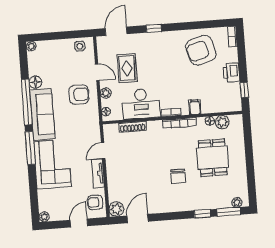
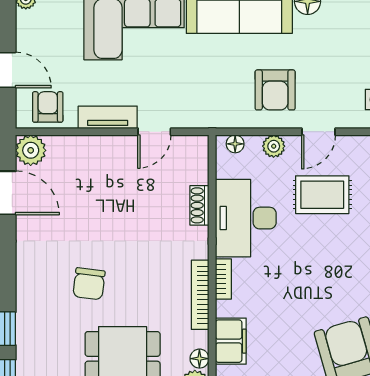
filing cabinet: (195, 107) -> (231, 341), width x2.00
shoe rack: (133, 127) -> (199, 205), width x0.70
door: (103, 151) -> (154, 132), swing flipped
chair: (178, 176) -> (89, 284), turned -83

